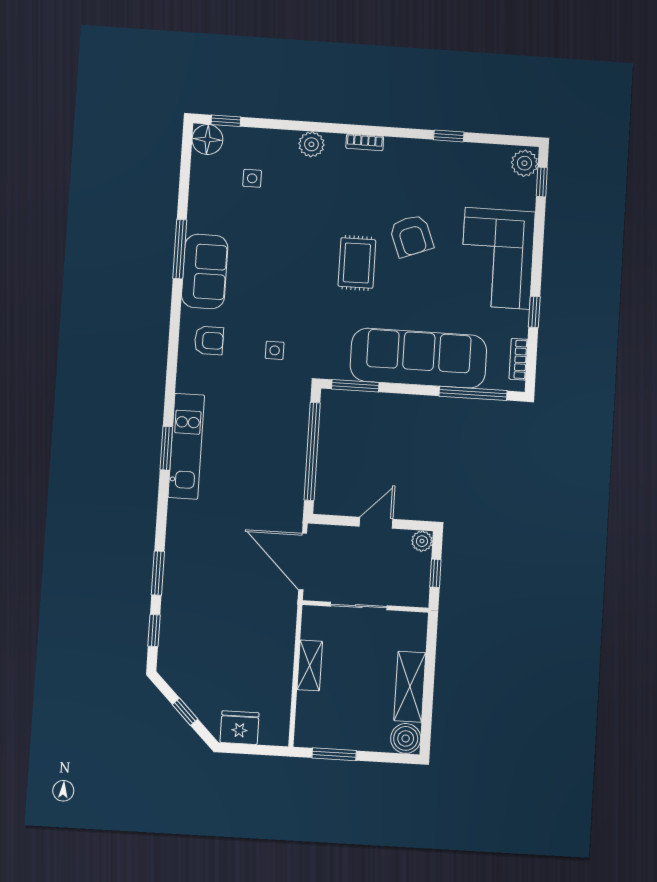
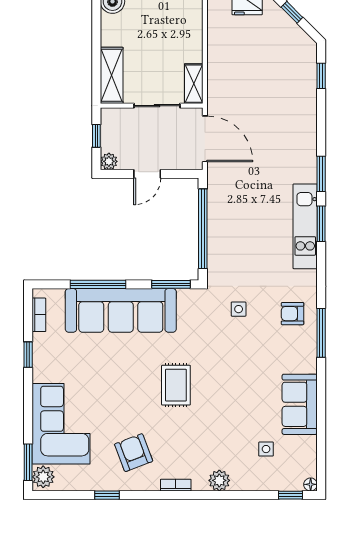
floor lamp: (207, 139) -> (311, 484), width x0.53, depth x0.53
window: (542, 182) -> (28, 462), width x1.50
armchair: (411, 236) -> (134, 453), moved
window: (180, 249) -> (321, 333), moved
corner sofa: (497, 258) -> (61, 424), moved
sofa: (205, 271) -> (300, 404), moved
window: (473, 393) -> (98, 284), moved
window: (158, 573) -> (321, 174), moved
shelving: (310, 665) -> (194, 84), moved
shelving: (410, 687) -> (112, 75), moved

